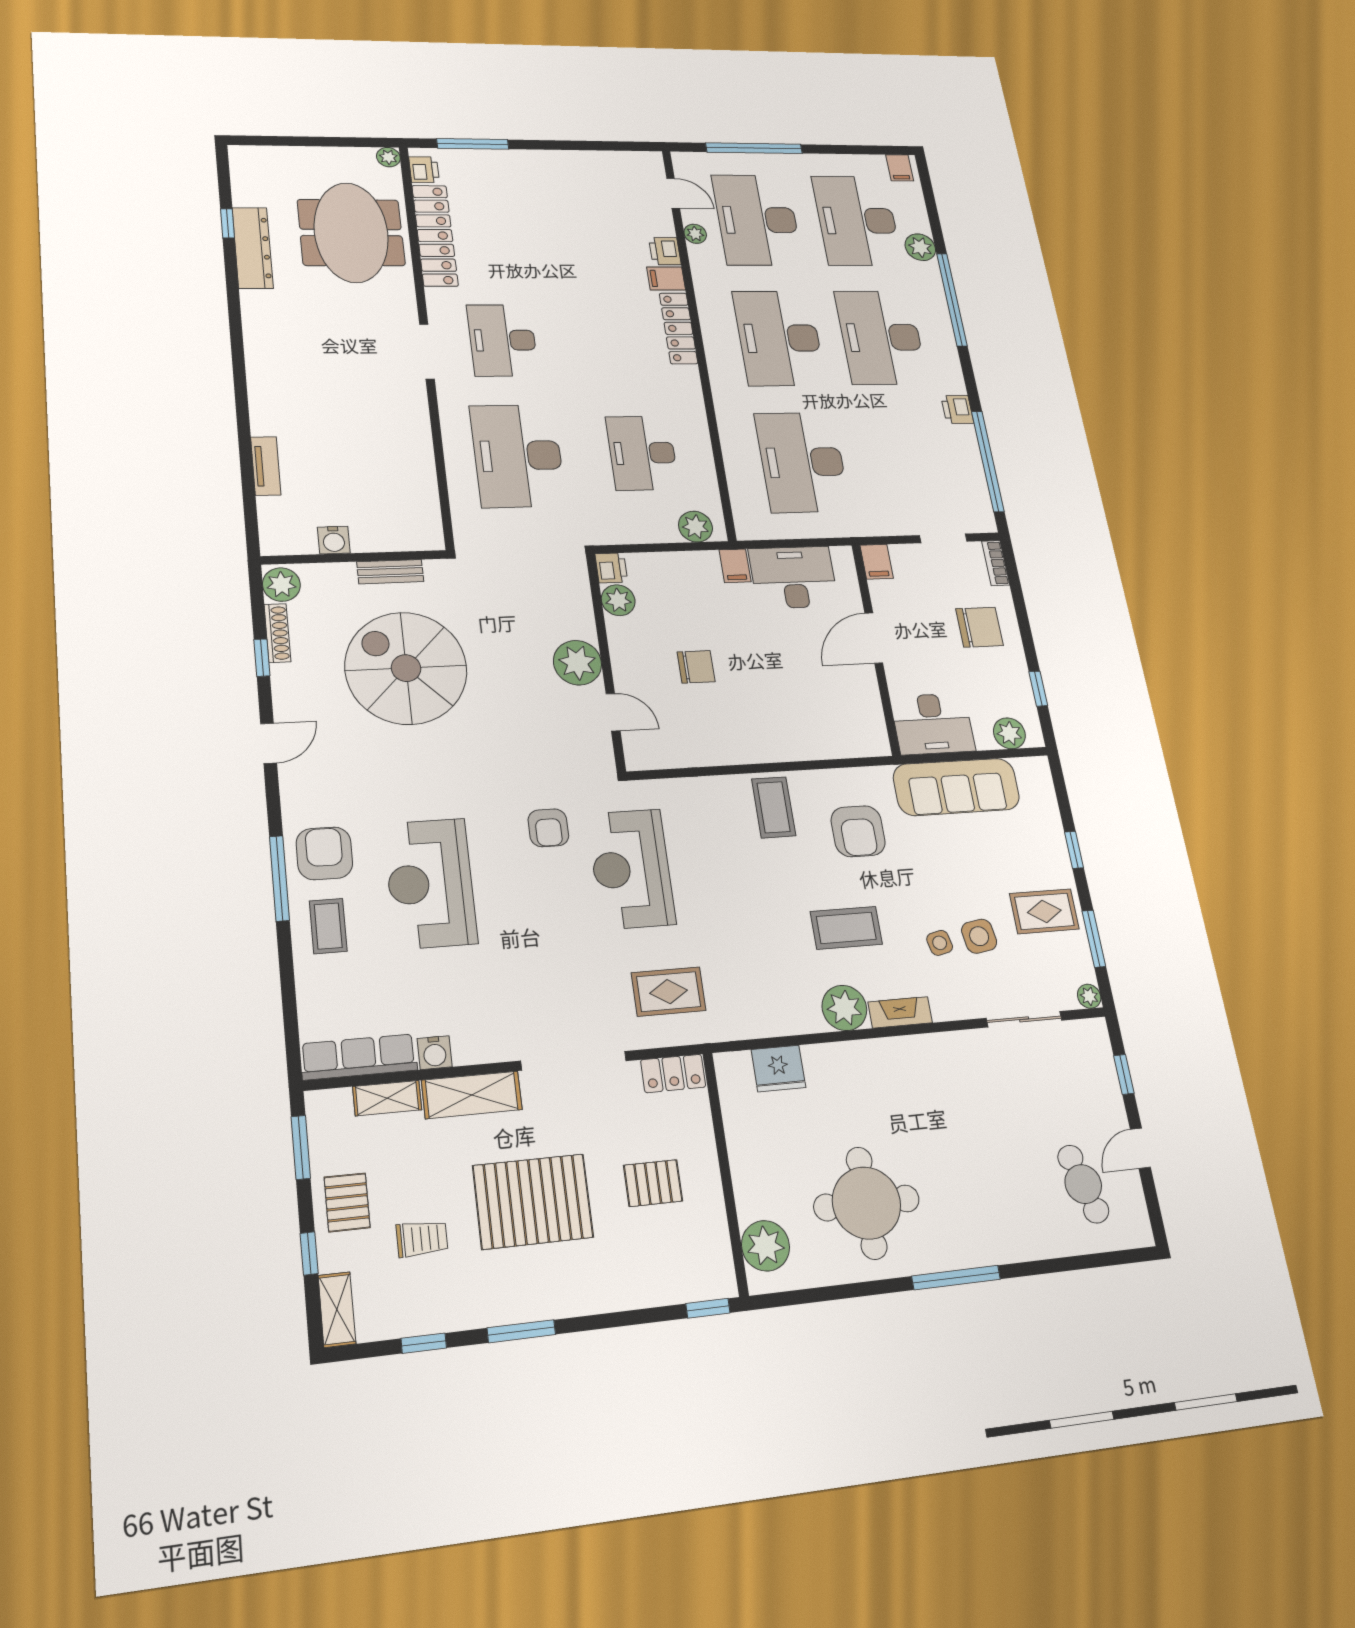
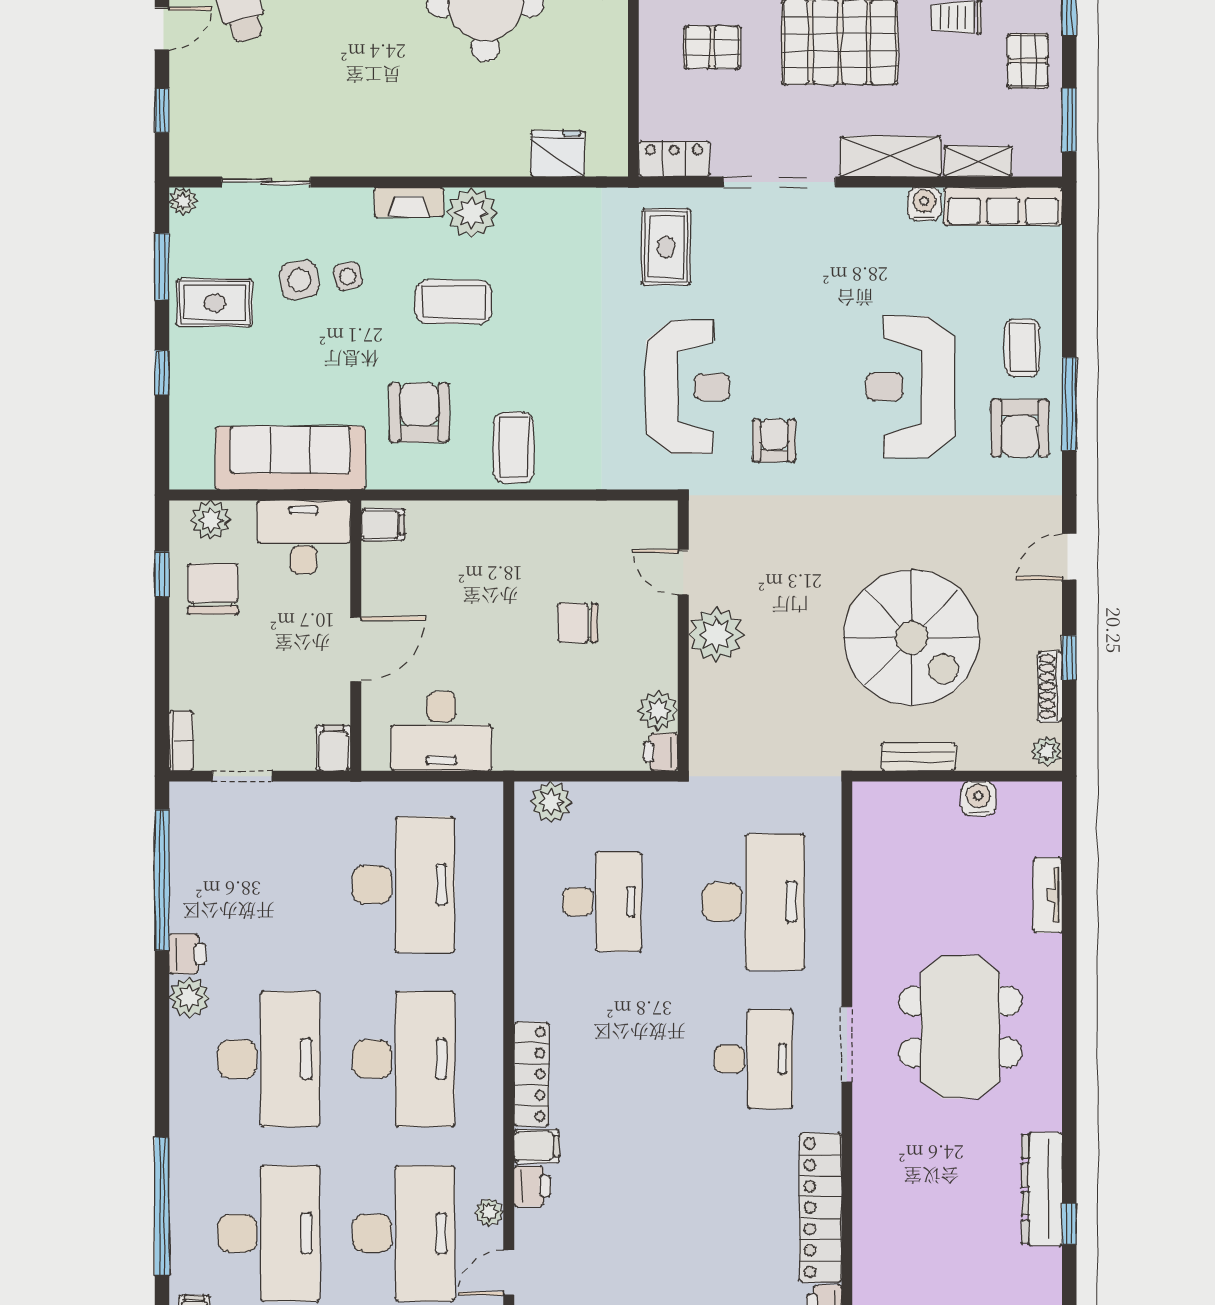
door: (673, 193) -> (509, 1273), hinge flipped
meeting table: (351, 233) -> (960, 1027), moved
plant: (920, 247) -> (190, 997), moved
window: (952, 299) -> (162, 1206), moved
filing cabinet: (735, 566) -> (383, 525), moved, turned 90
plant: (281, 585) -> (1047, 751), width x0.73, depth x0.73
chair: (980, 627) -> (213, 589), moved, turned 90
reception desk: (430, 883) -> (910, 387), turned 180
rug: (669, 992) -> (666, 247), turned 90

